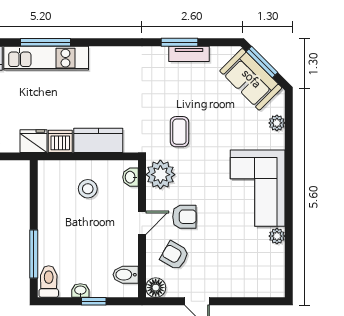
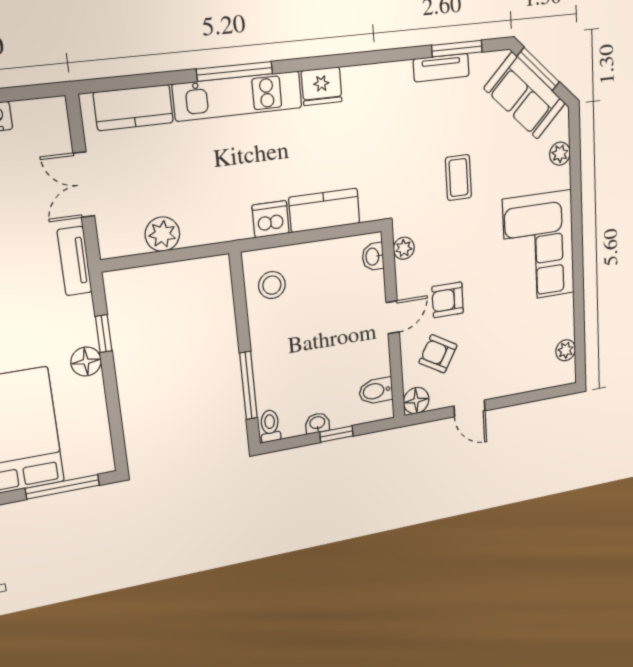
window: (180, 42) -> (457, 49), moved
coffee table: (179, 132) -> (458, 178), moved
fridge: (33, 141) -> (322, 86), moved, turned 180
plant: (160, 175) -> (404, 248), width x0.53, depth x0.53
stool: (88, 189) -> (272, 285), moved
armchair: (184, 217) -> (448, 300), turned 180
plant: (277, 236) -> (566, 350), moved
toilet: (49, 282) -> (270, 426), width x0.73, depth x0.72

